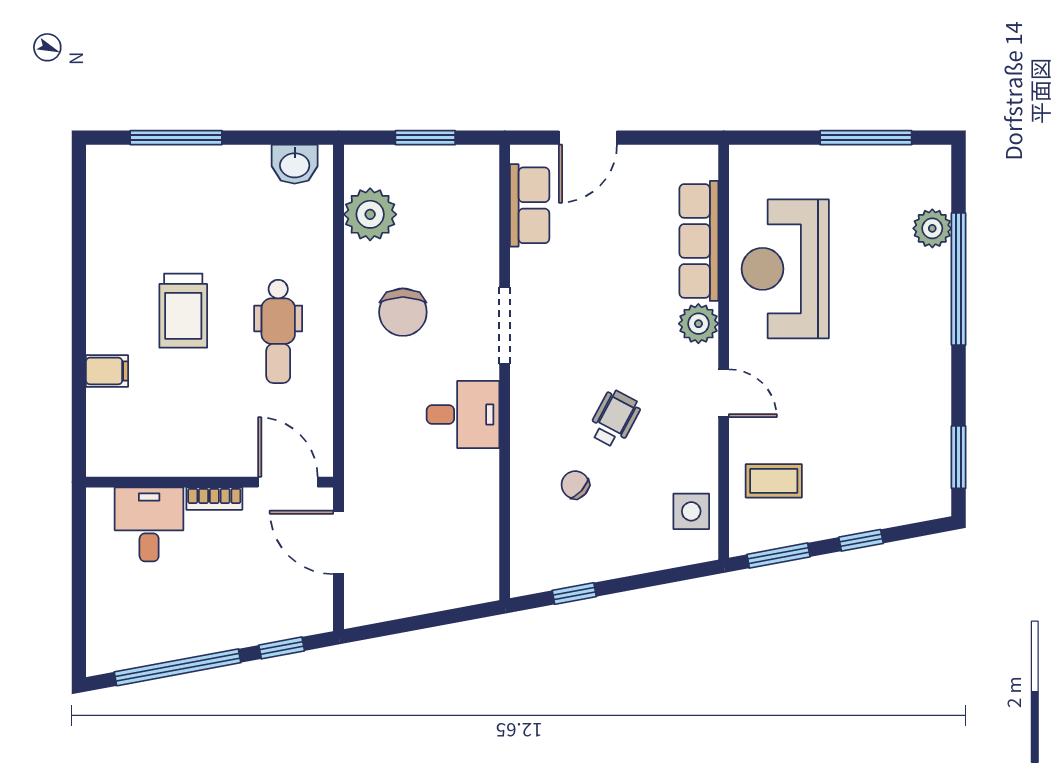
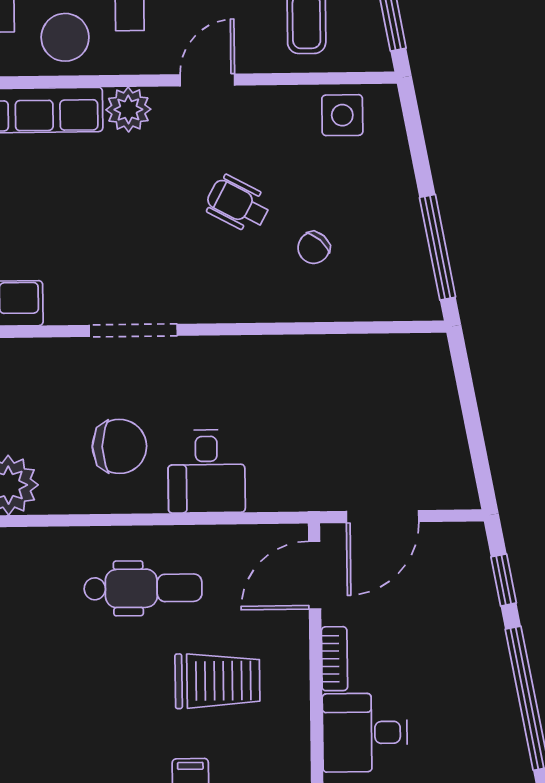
trolley: (183, 311) -> (217, 681), moved
desk: (463, 415) -> (206, 471), moved, turned 180
window: (574, 594) -> (438, 247), width x2.17

